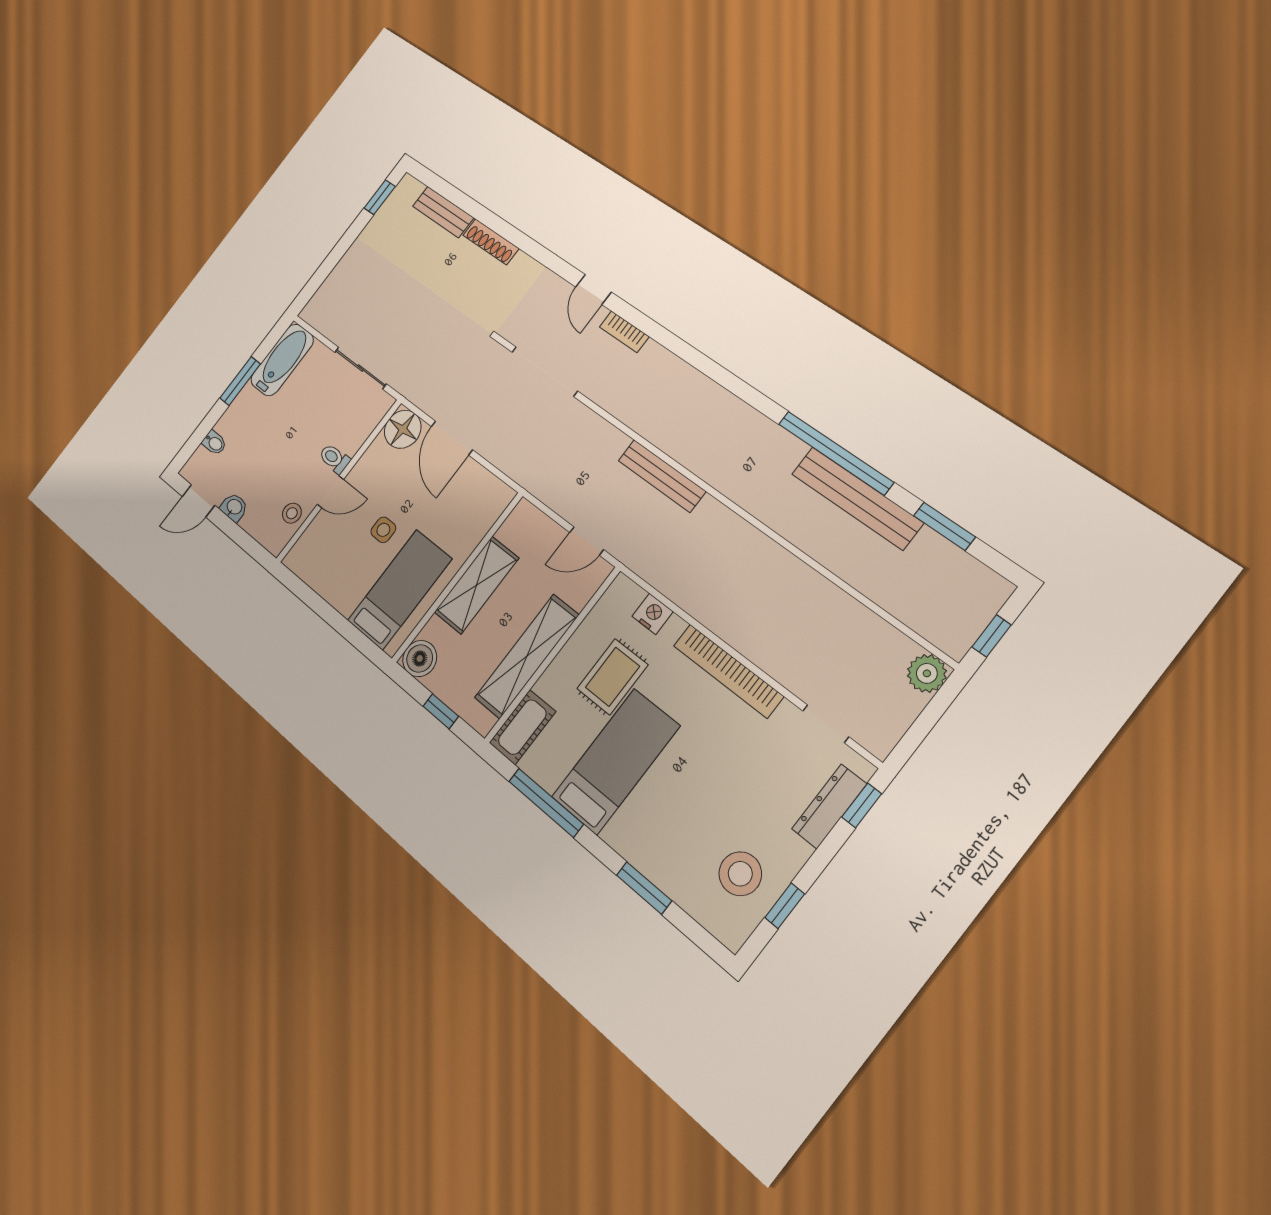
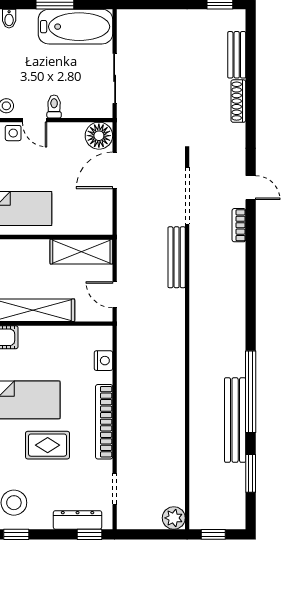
door: (593, 289) -> (251, 188), swing flipped
bathtub: (282, 360) -> (75, 27), width x1.36, depth x1.36
bench: (662, 476) -> (177, 257), moved
side table: (383, 530) -> (13, 133), moved
shelving: (476, 585) -> (81, 252), moved
rug: (612, 677) -> (48, 445), moved

